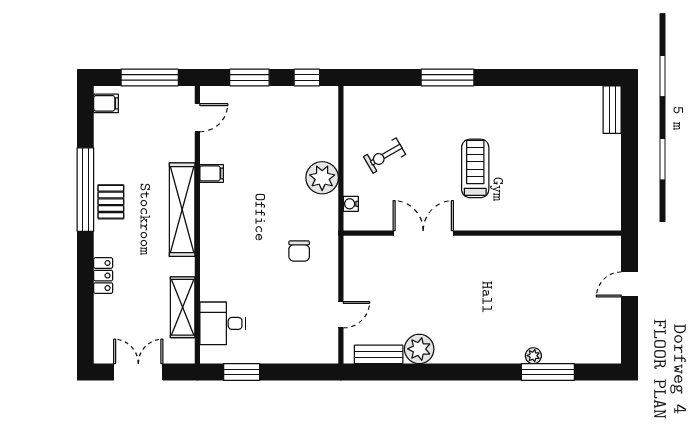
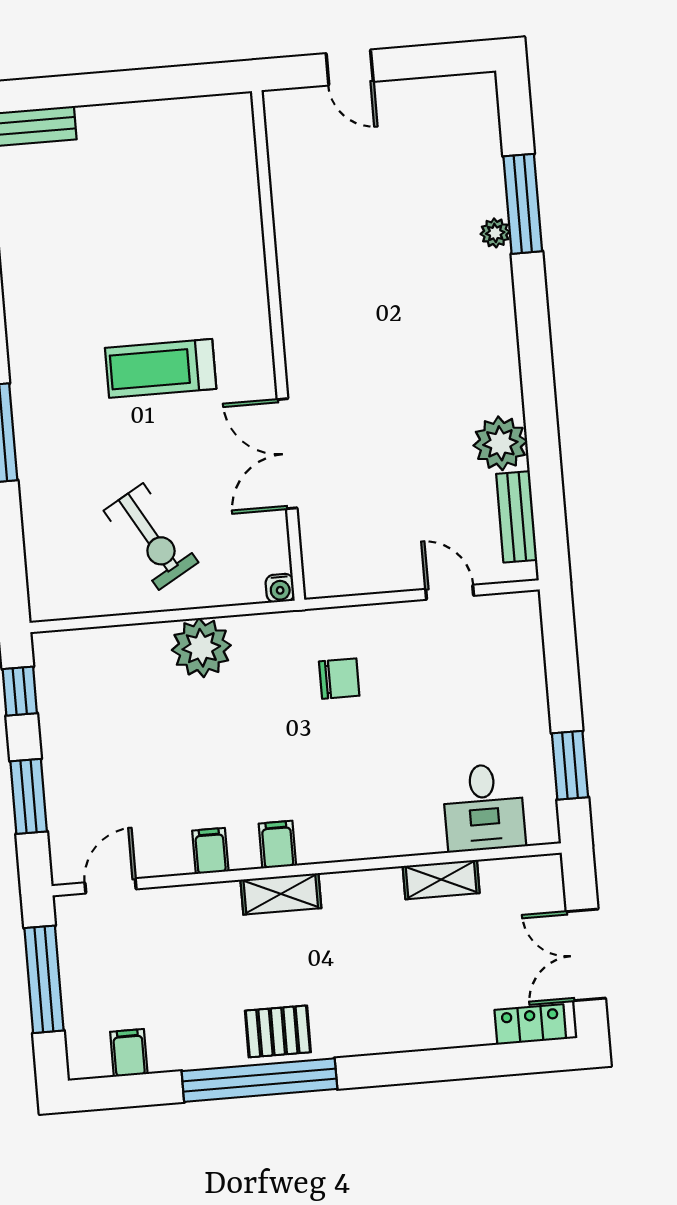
filing cabinet: (106, 103) -> (129, 1053), moved
door: (197, 118) -> (111, 886), hinge flipped
exercise bike: (385, 156) -> (151, 537), width x1.38, depth x1.39
water cooler: (351, 204) -> (280, 588), moved
shelving: (182, 210) -> (281, 894), width x0.45, depth x0.75
filing cabinet: (212, 210) -> (277, 845), added
locker: (103, 276) -> (530, 1024), moved
shelving: (183, 307) -> (441, 880), width x0.67, depth x0.75

